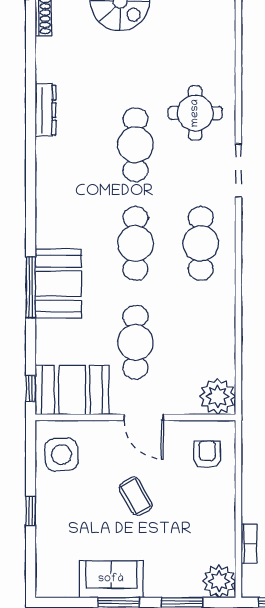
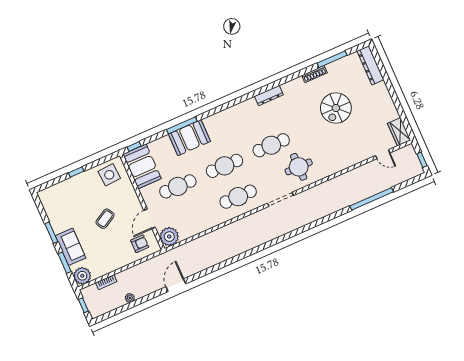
door: (144, 417) -> (150, 219), moved
sofa: (111, 579) -> (71, 247), moved

